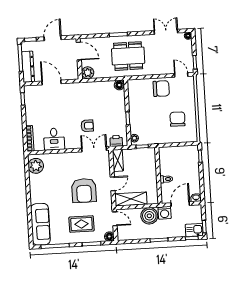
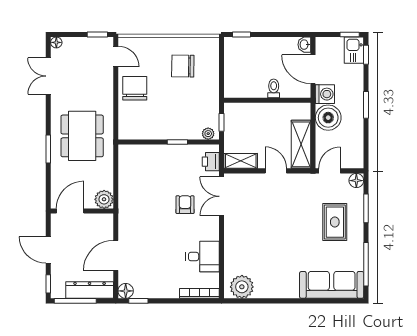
door: (181, 75) -> (116, 56), swing flipped
floor lamp: (119, 85) -> (126, 291), moved
armchair: (84, 191) -> (284, 215), removed

